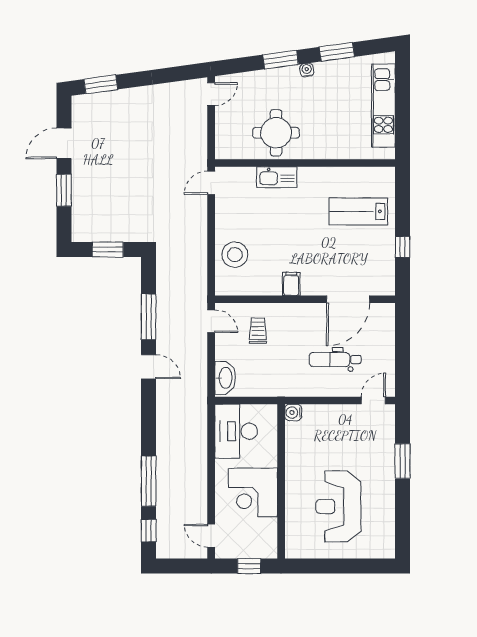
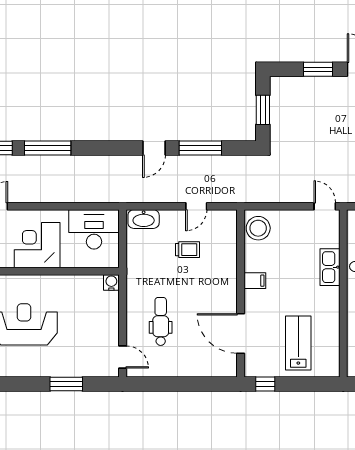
filing cabinet: (291, 284) -> (255, 281), moved
wall: (305, 299) -> (241, 293), moved
door: (348, 299) -> (241, 333), moved

